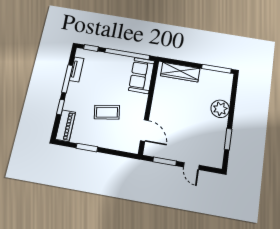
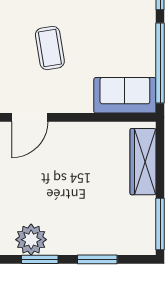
window: (232, 106) -> (97, 259), added
plant: (220, 109) -> (31, 240), moved

